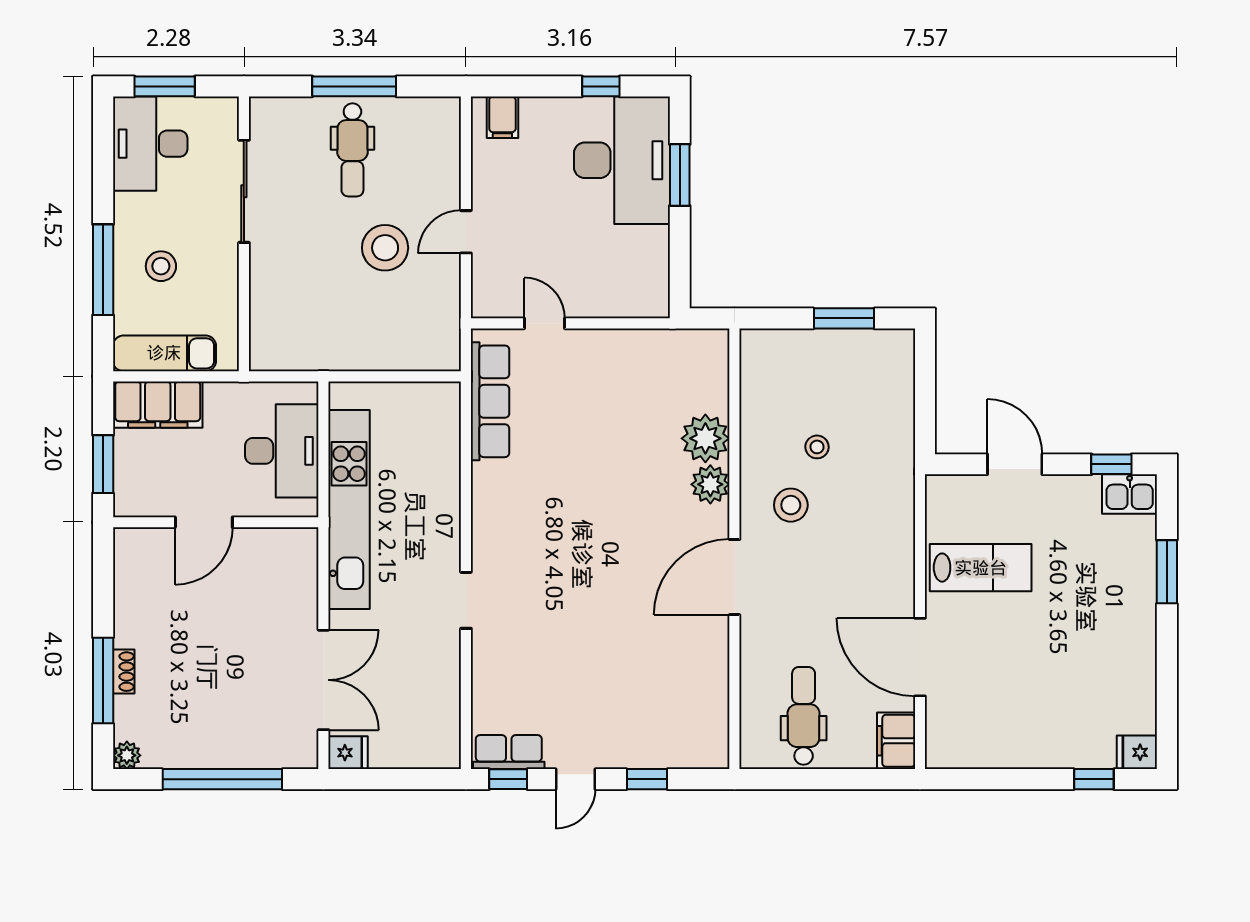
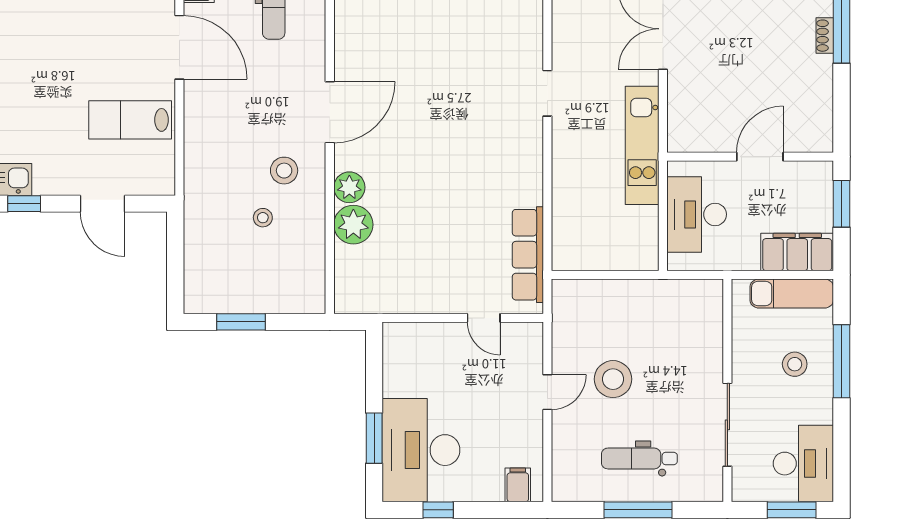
dental chair: (352, 150) -> (639, 458), turned -90
kitchen unit: (349, 510) -> (642, 145), width x0.73

